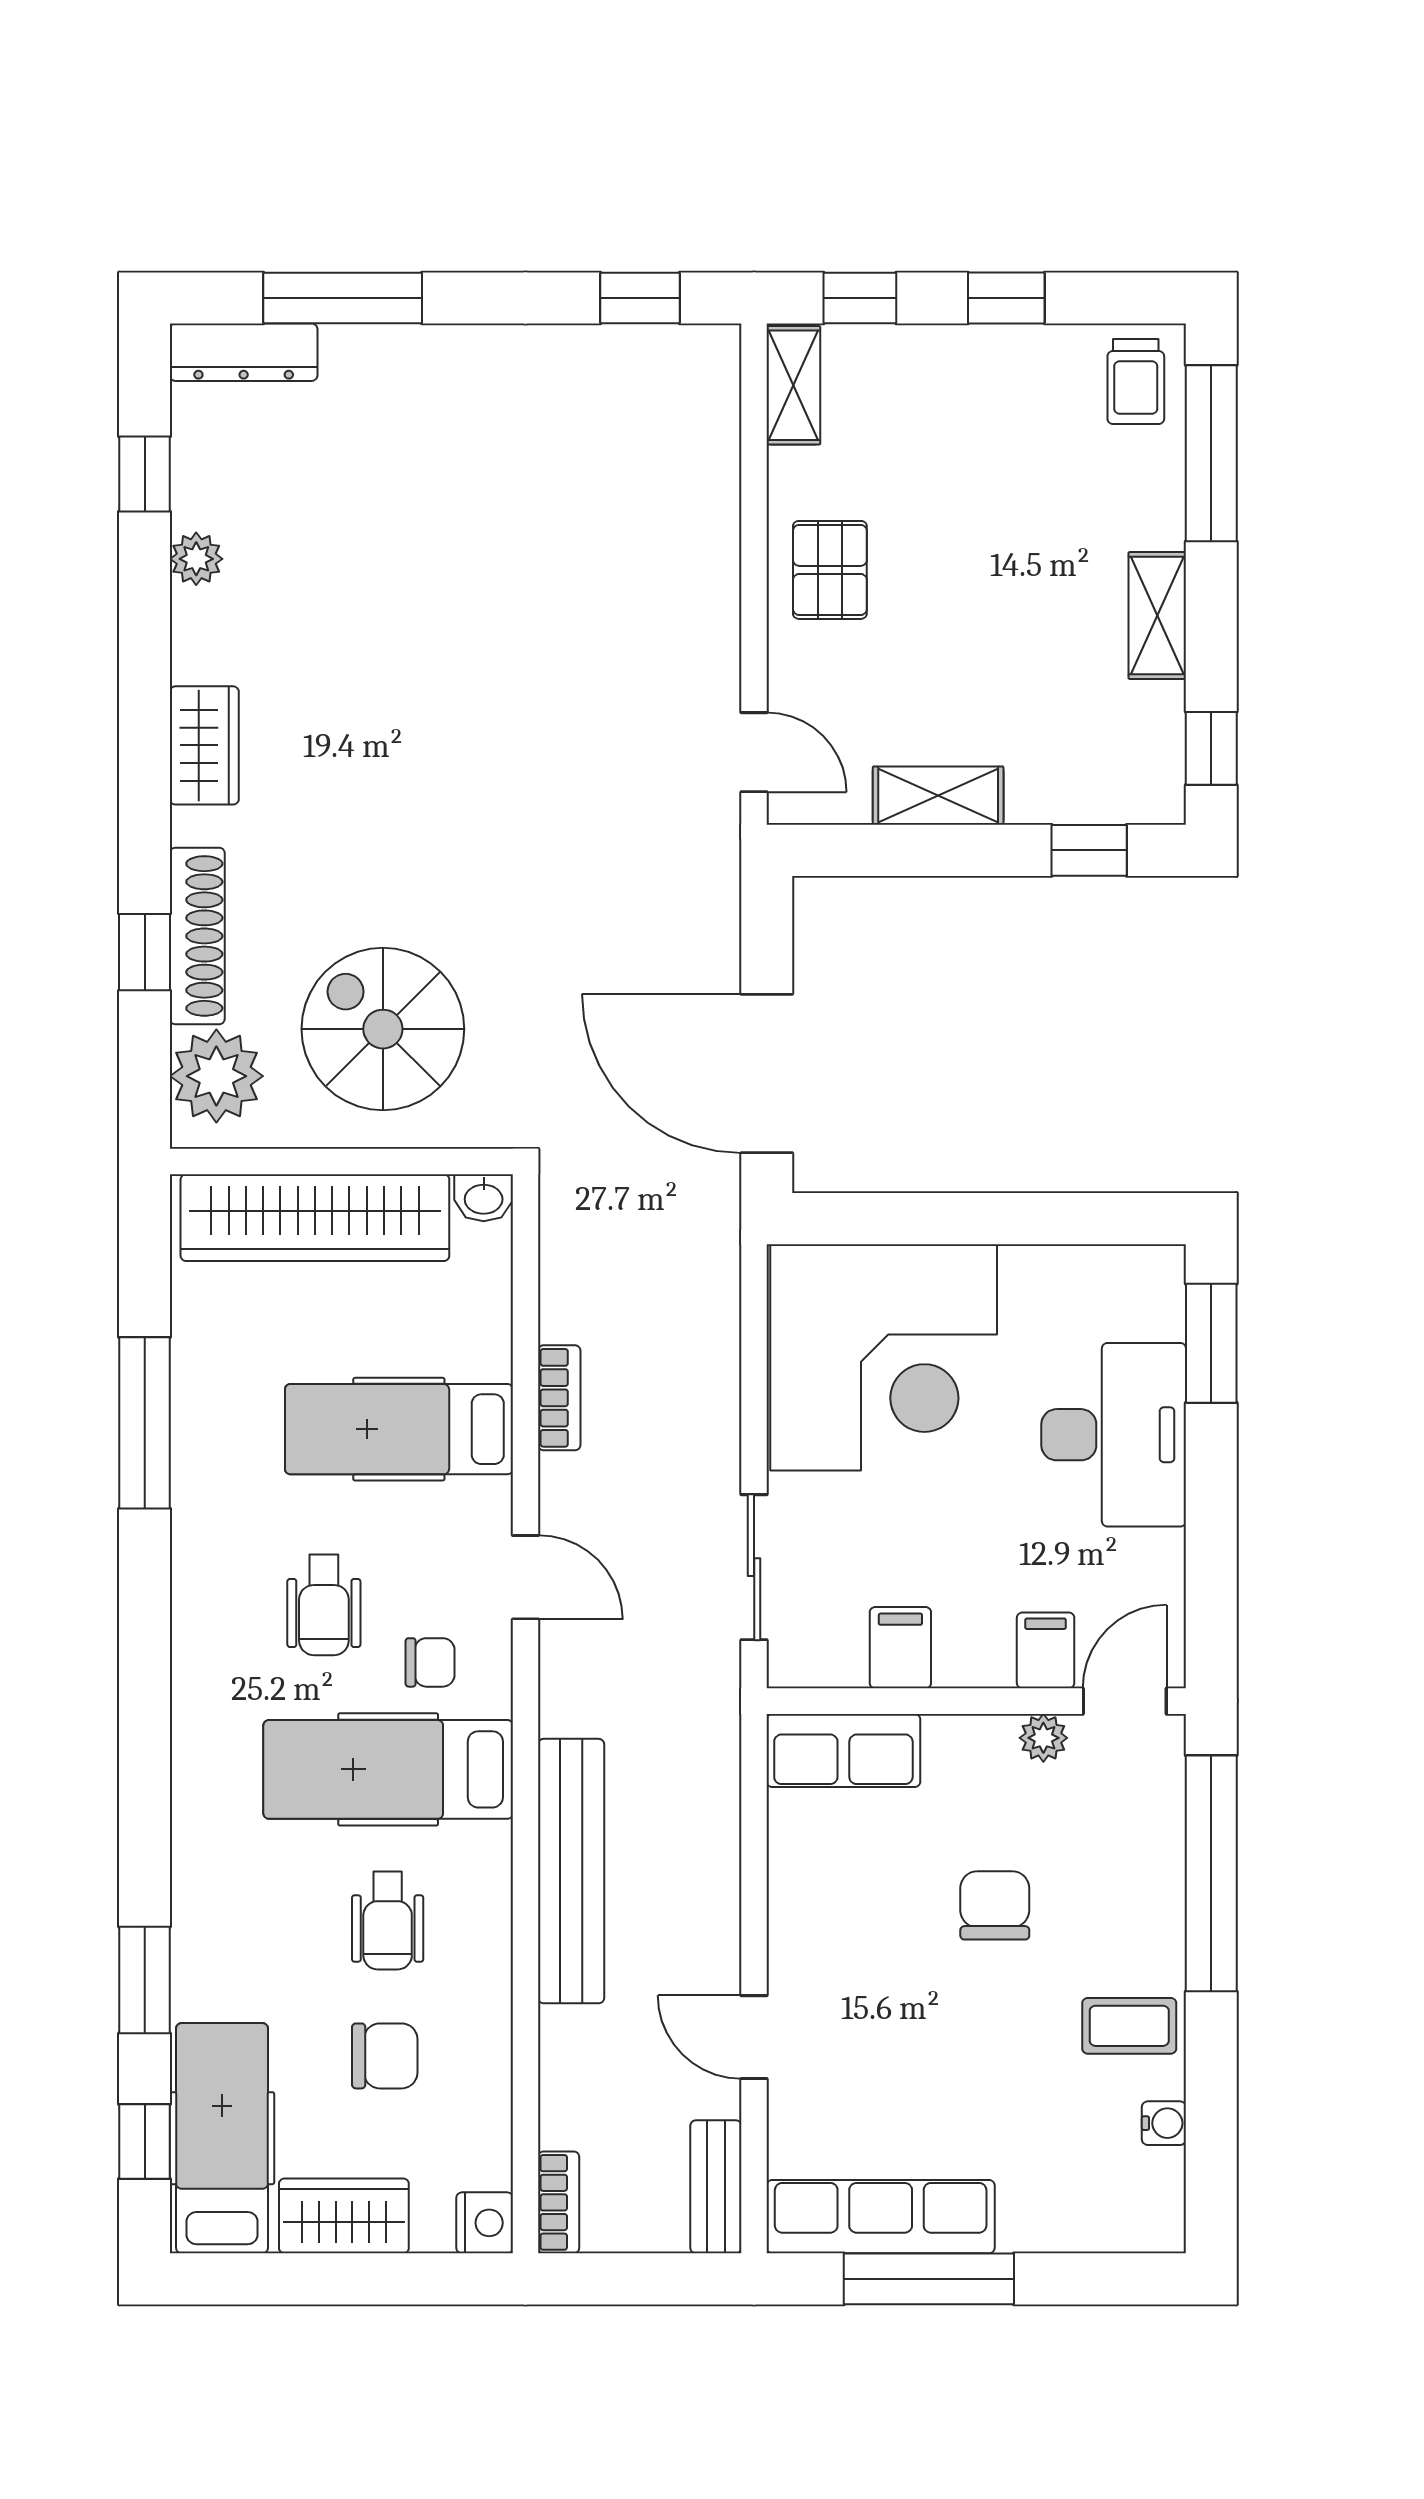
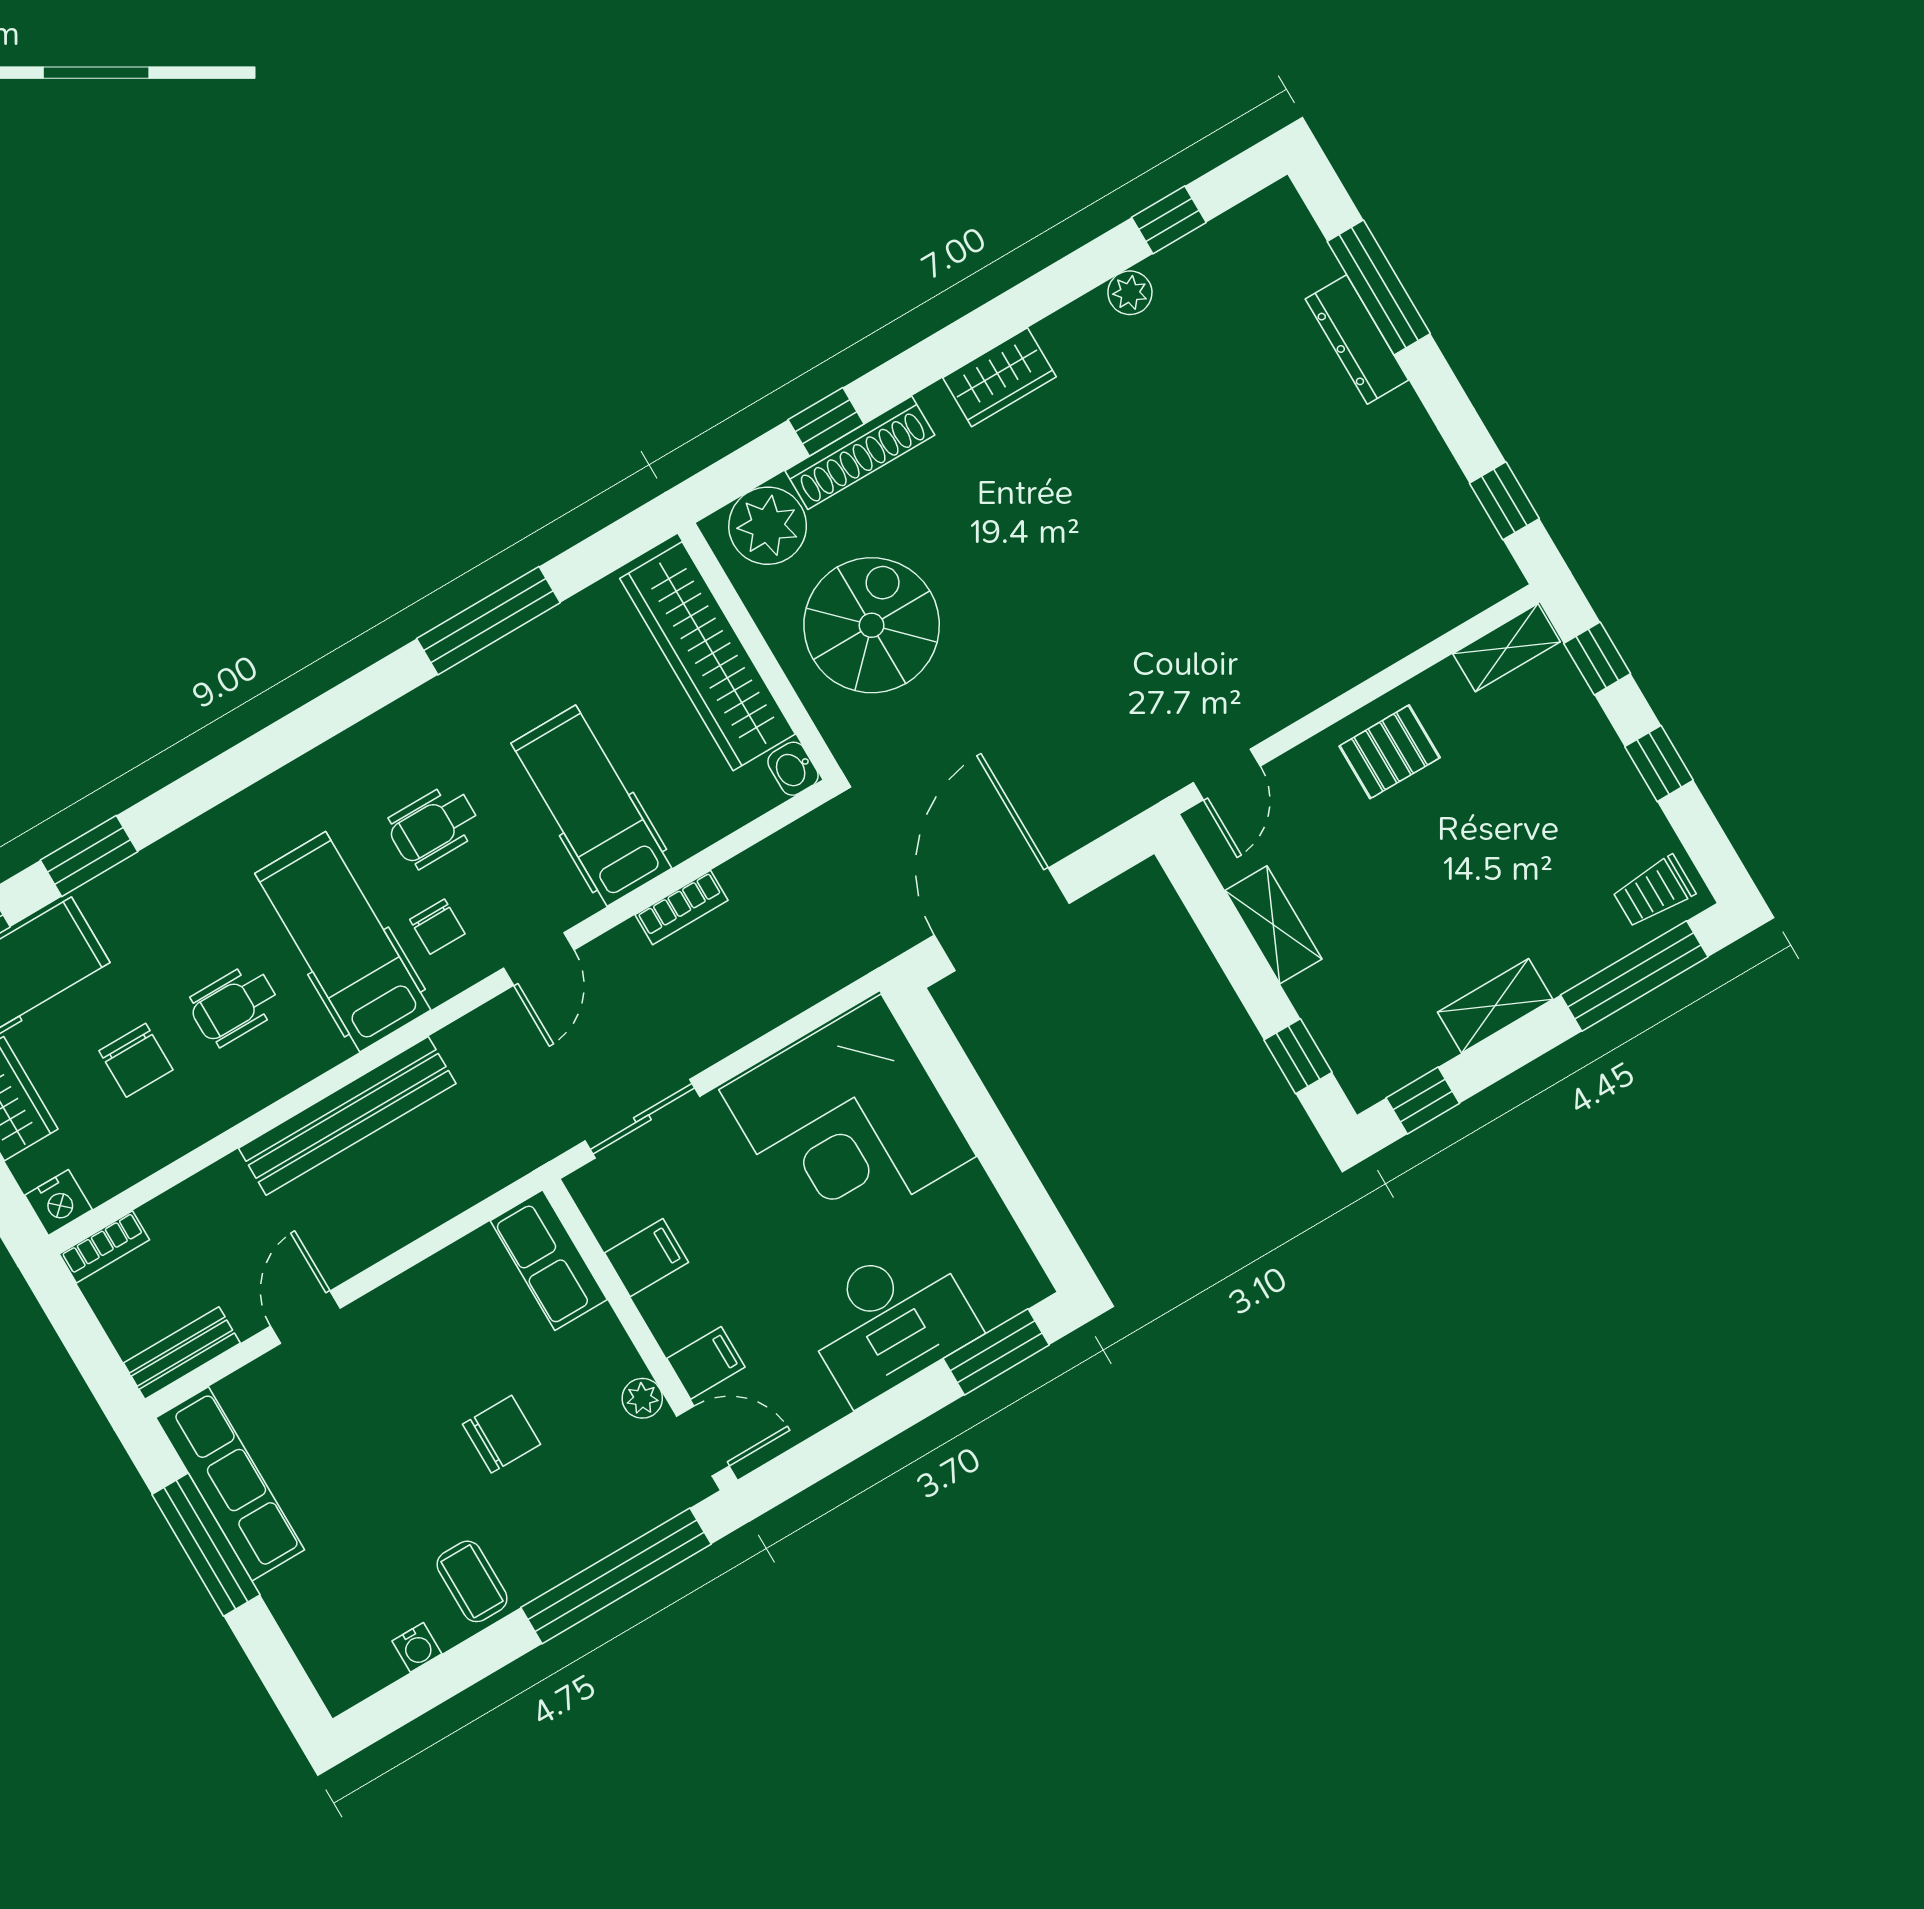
dresser: (244, 352) -> (1357, 339), moved

